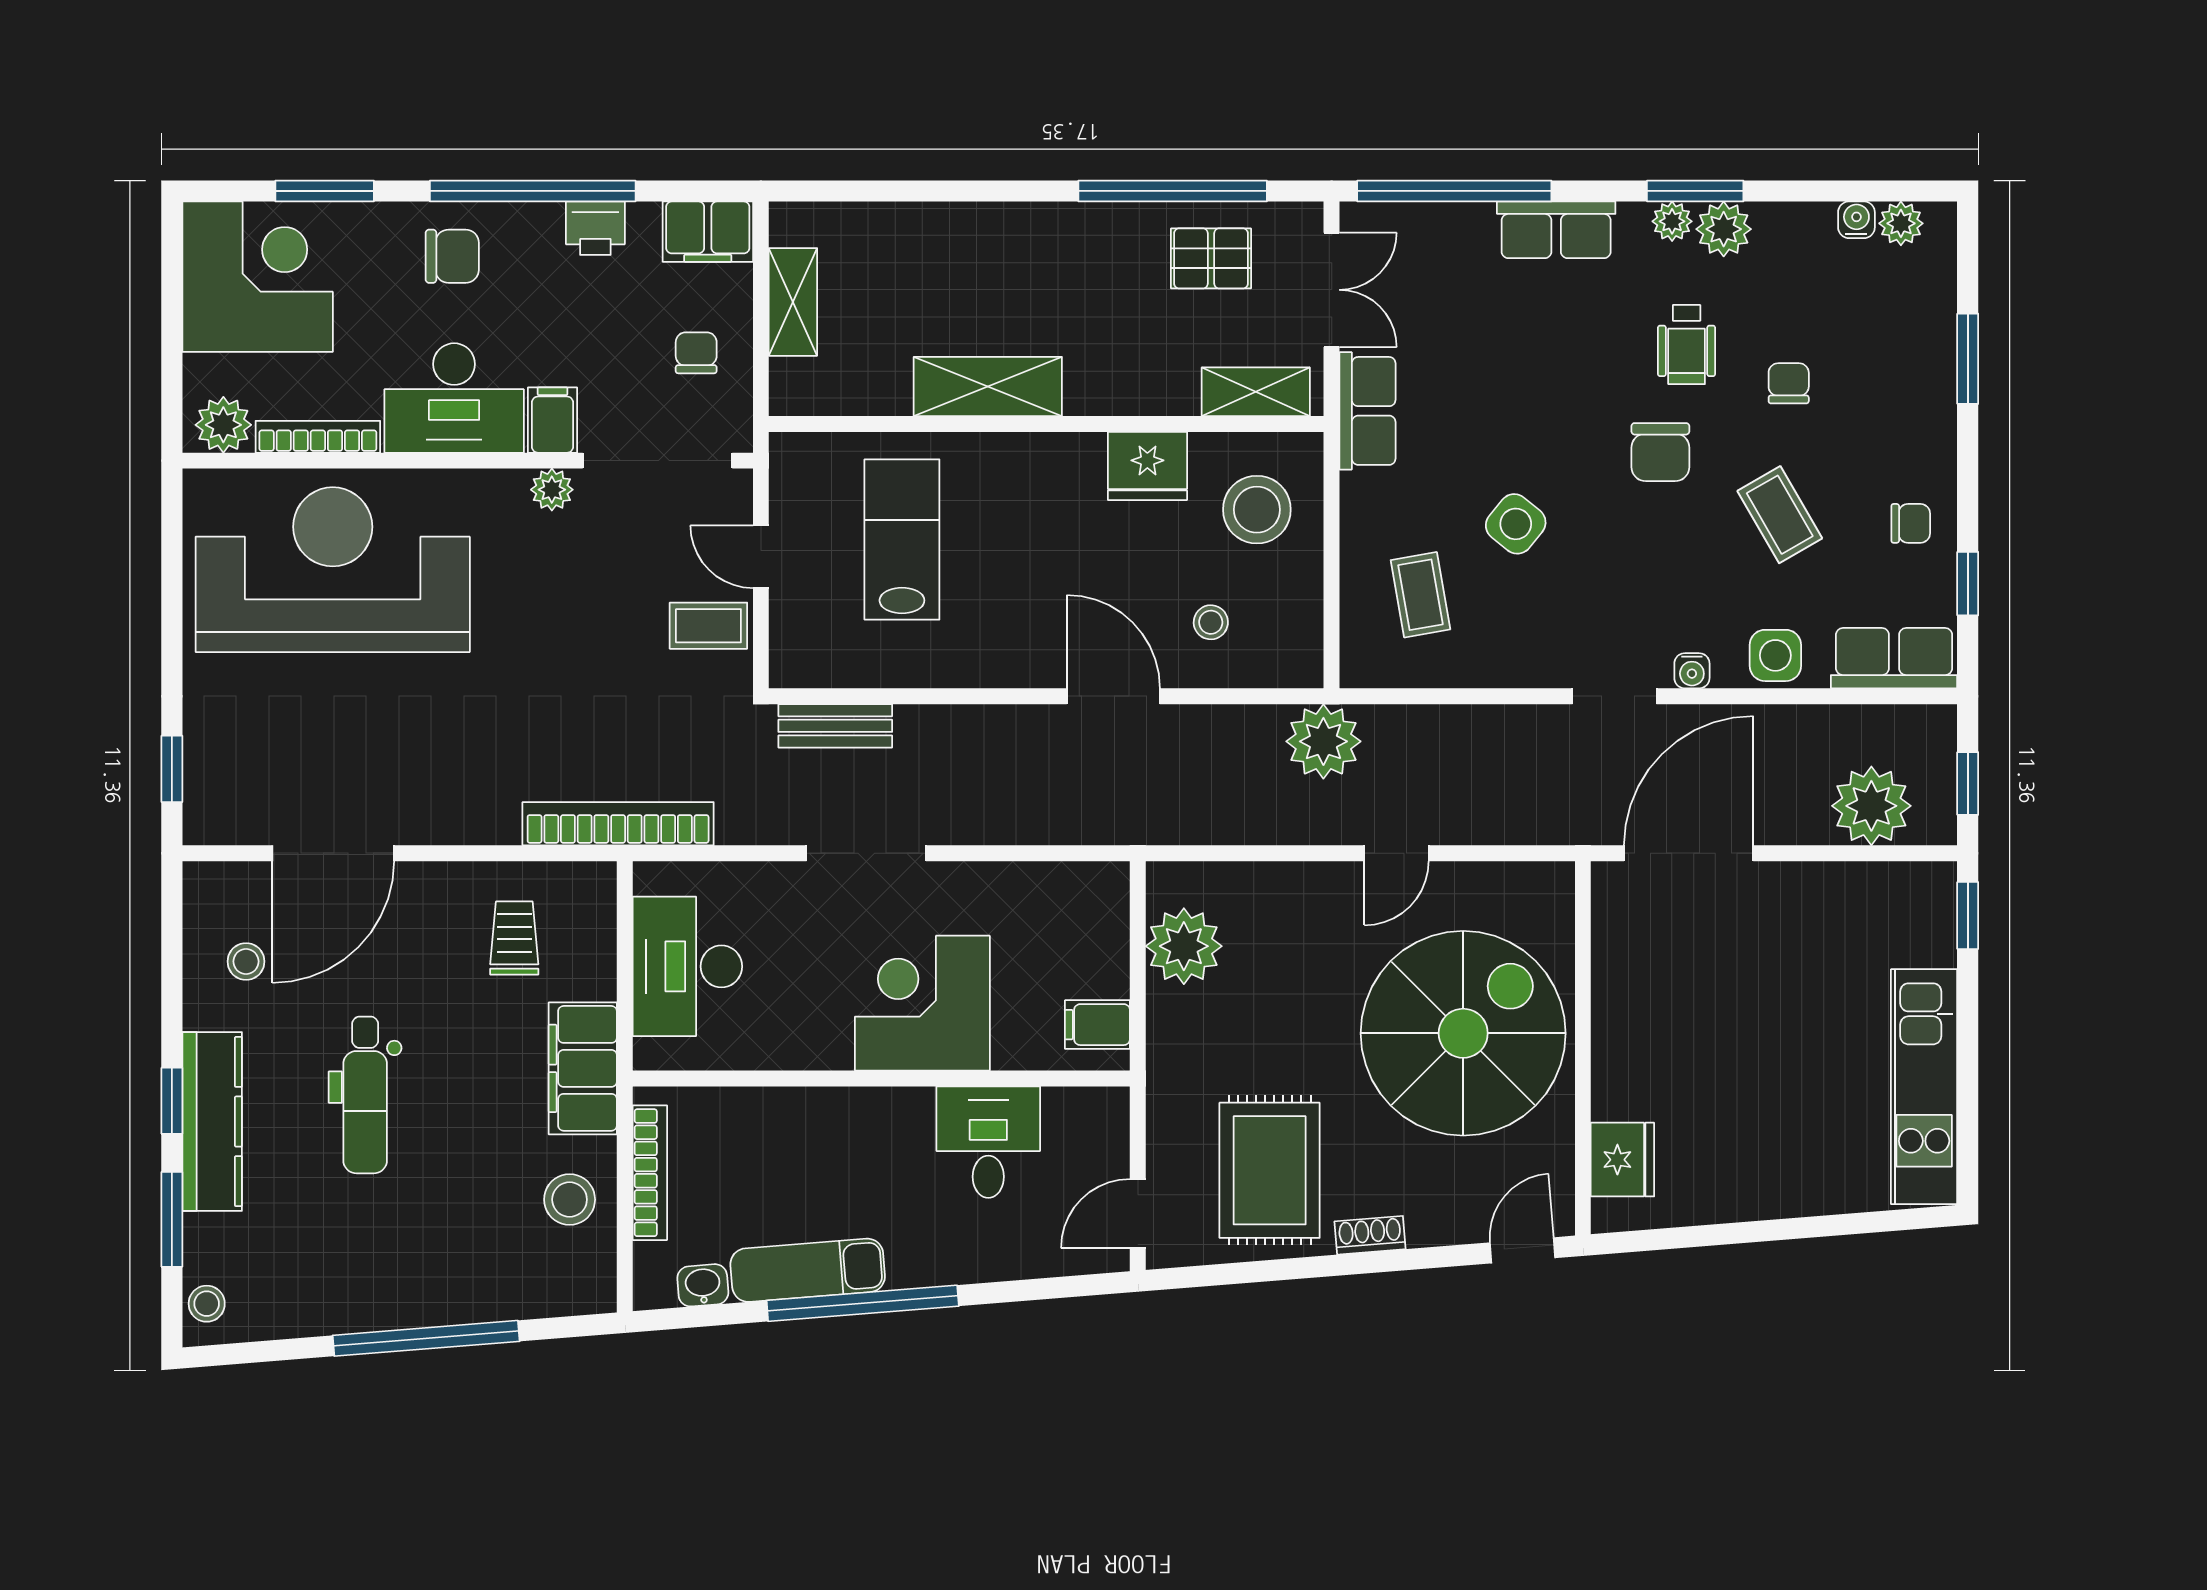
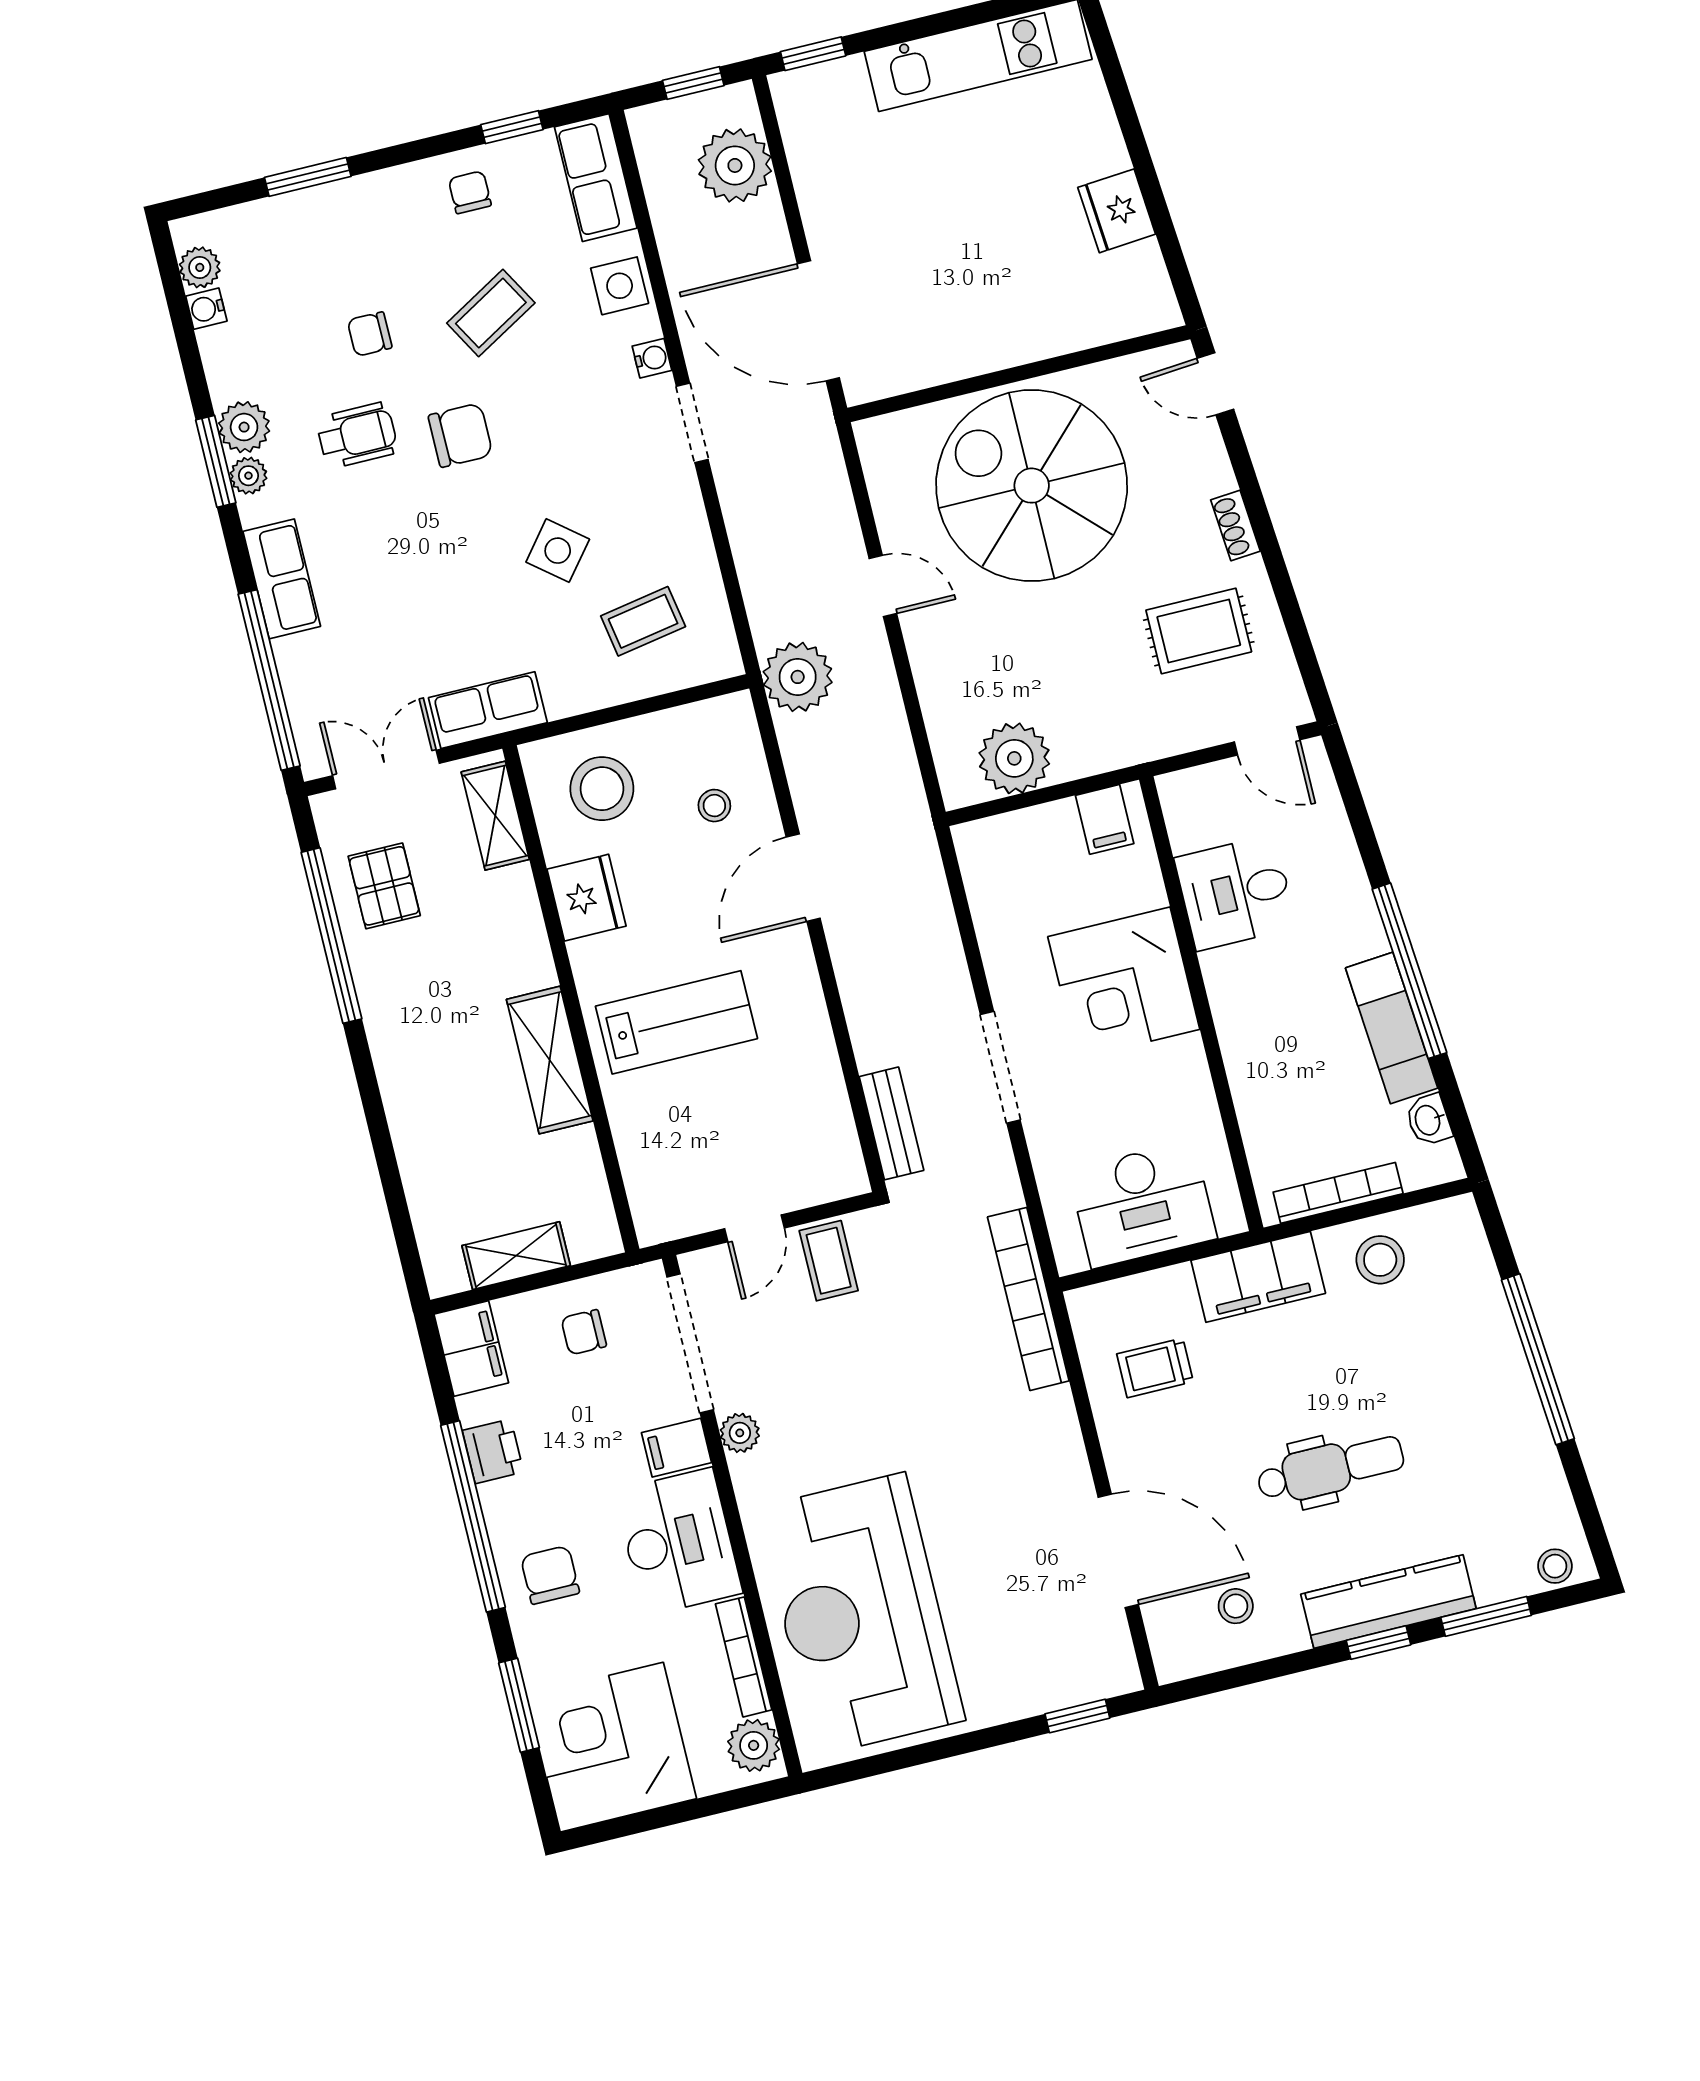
lab bench: (902, 540) -> (676, 1022), moved, turned 180
fridge: (1622, 1160) -> (1117, 211), moved, turned -95
rug: (1270, 1170) -> (1199, 631), width x0.73, depth x0.70

